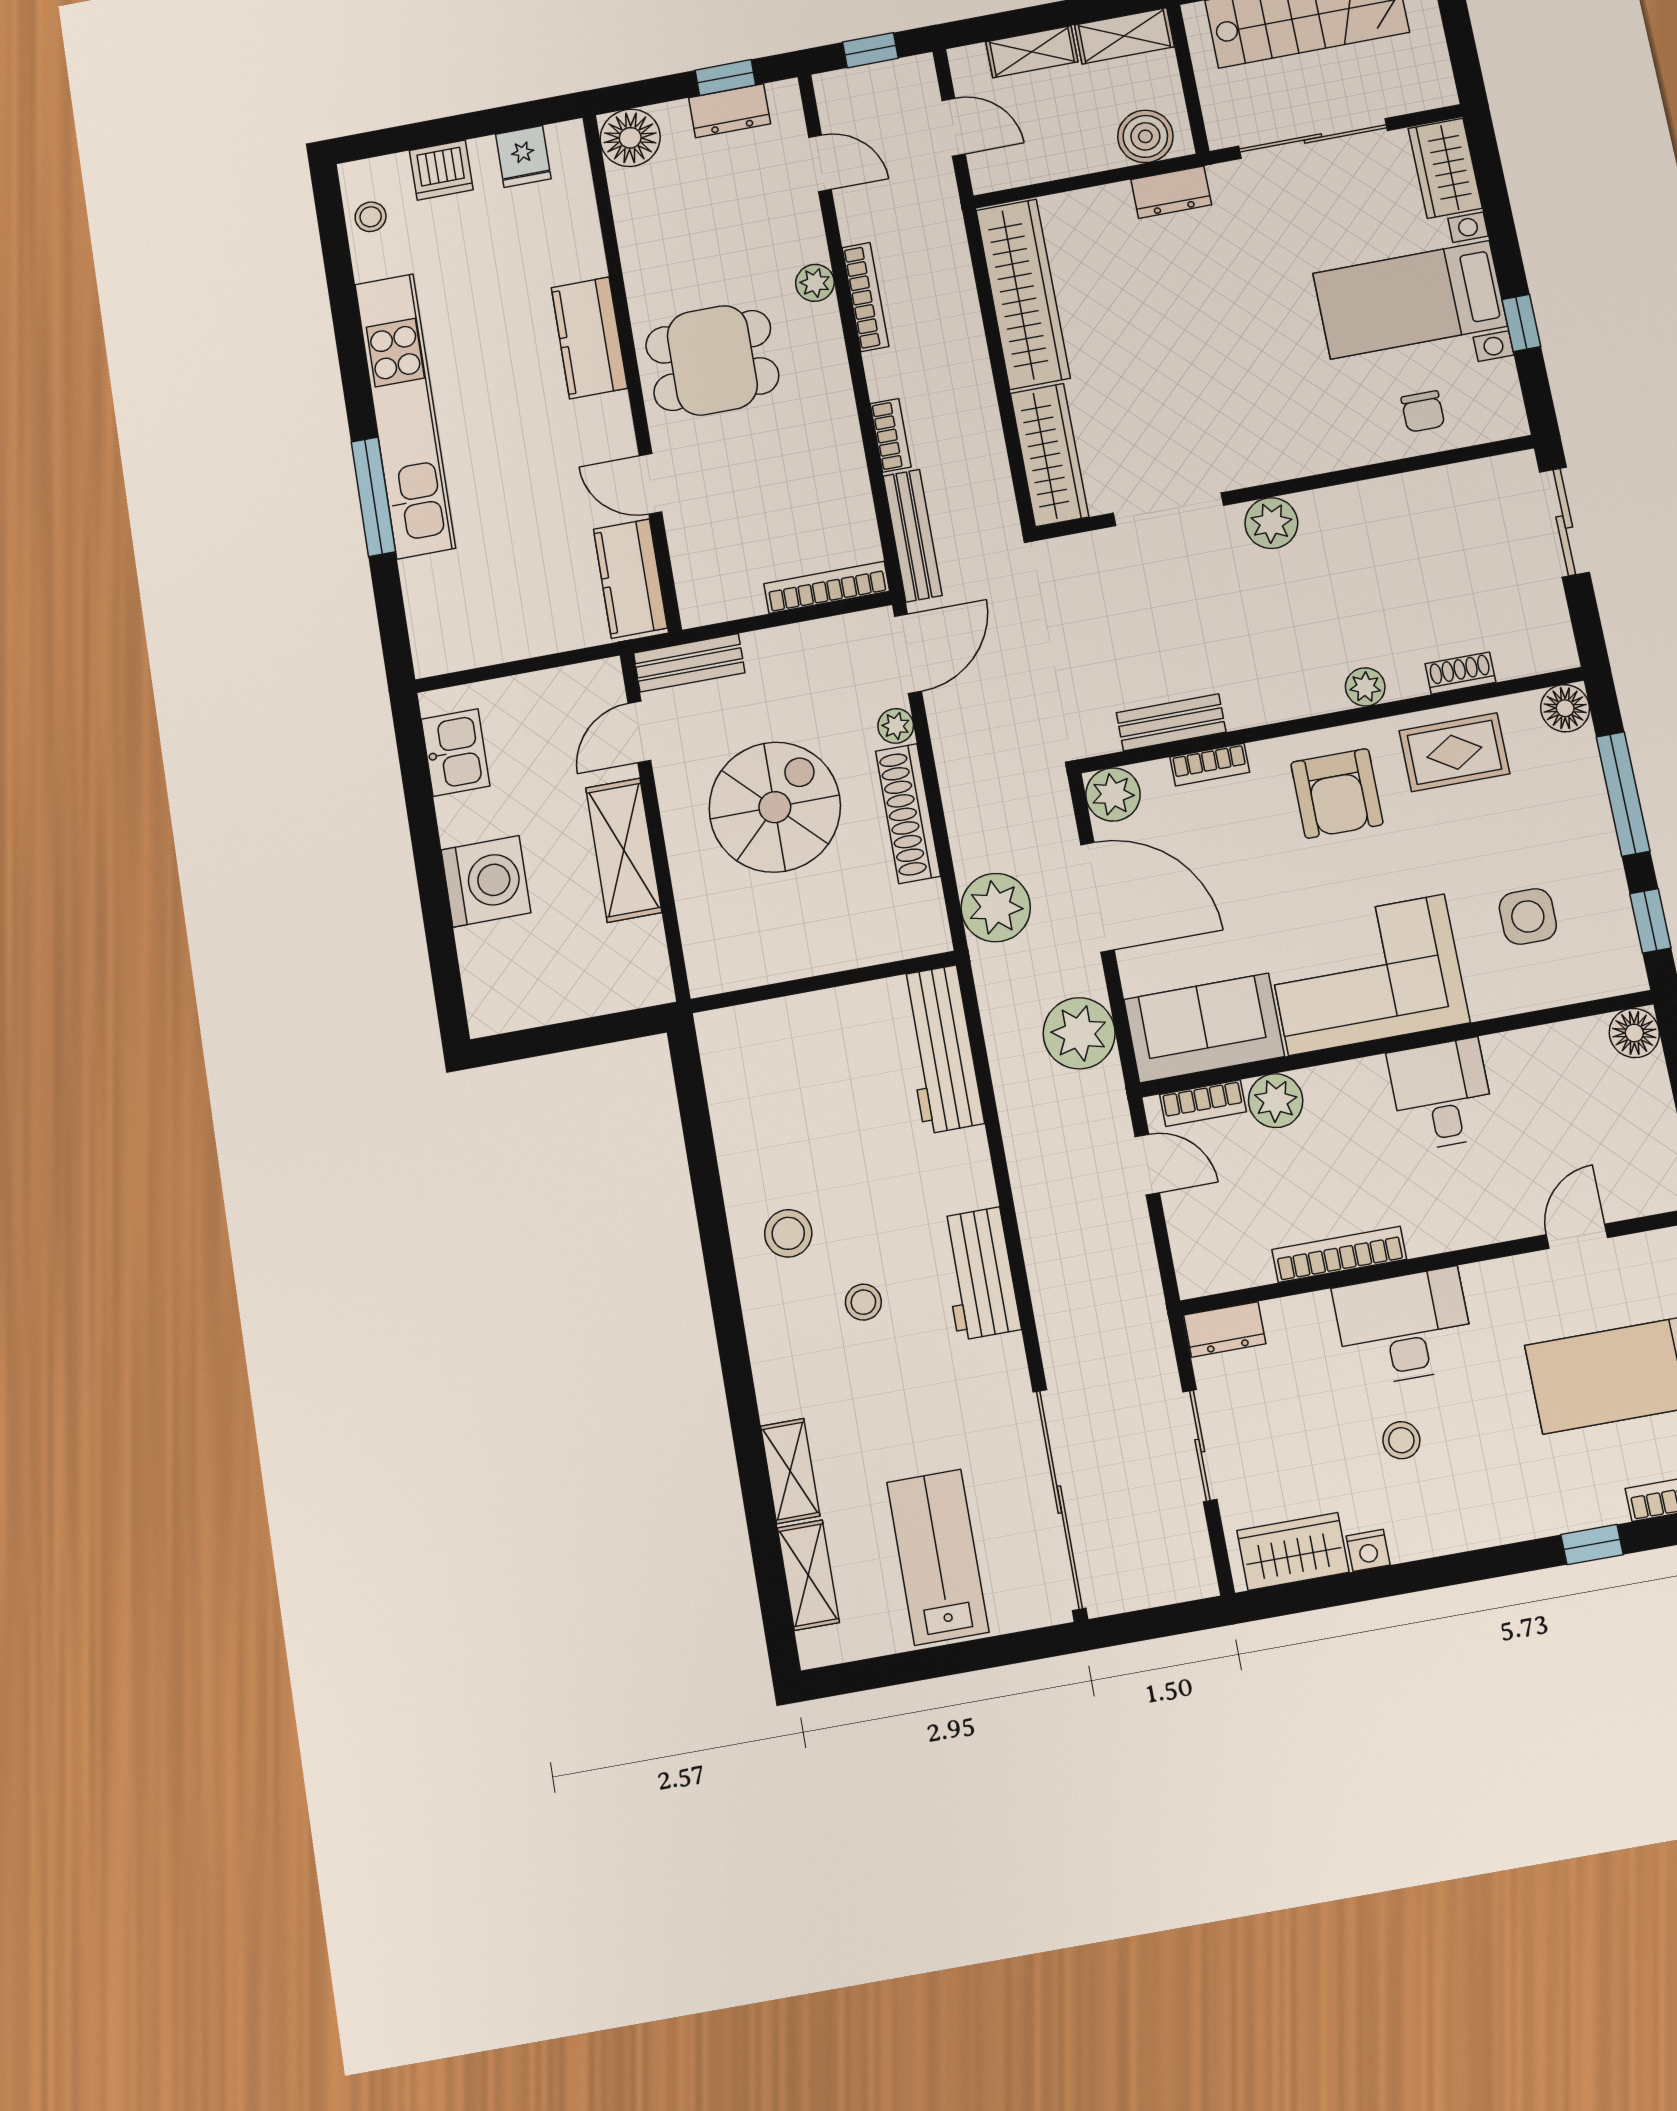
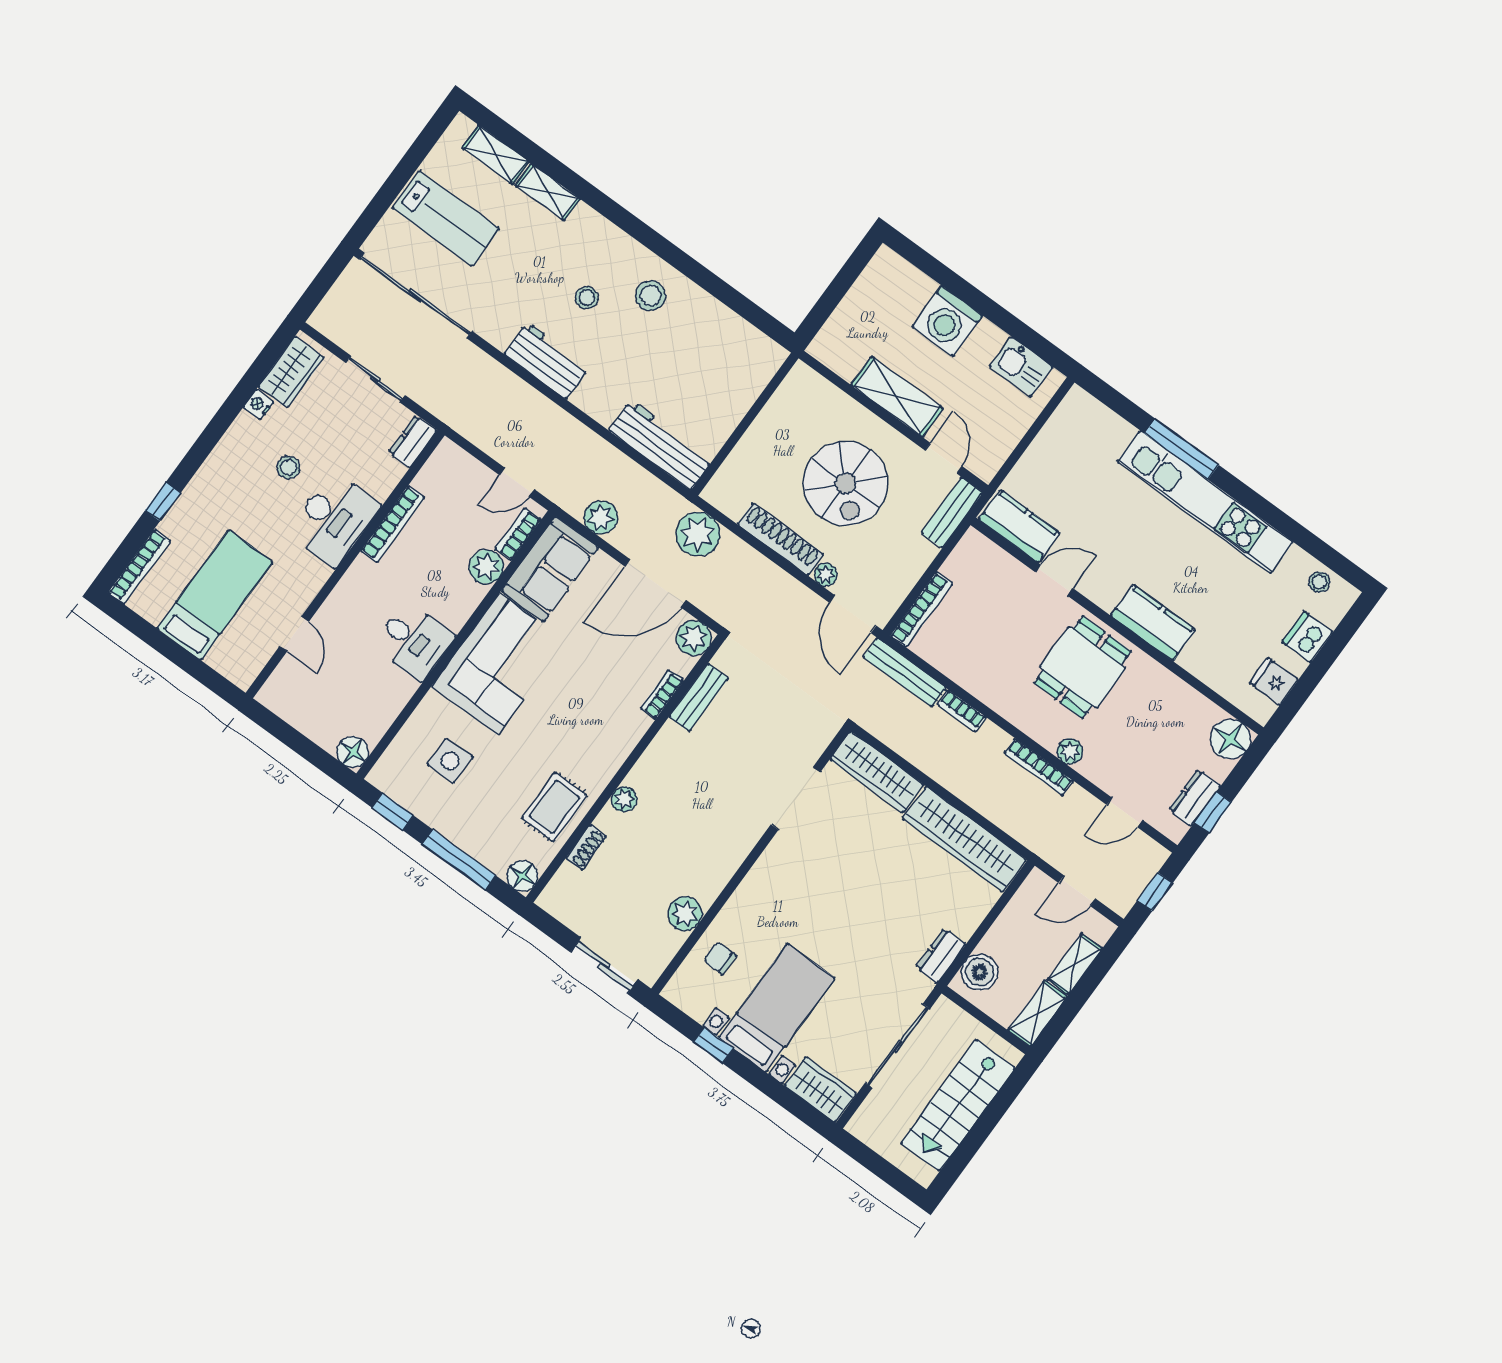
plant: (1271, 523) -> (685, 914), moved
armchair: (1337, 793) -> (590, 736), removed
plant: (1079, 1033) -> (601, 517), width x0.73, depth x0.73

